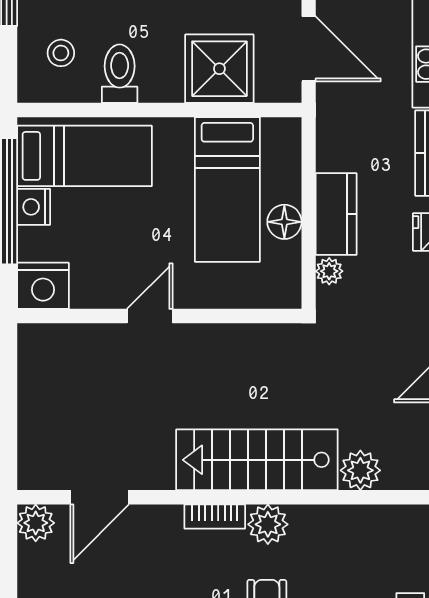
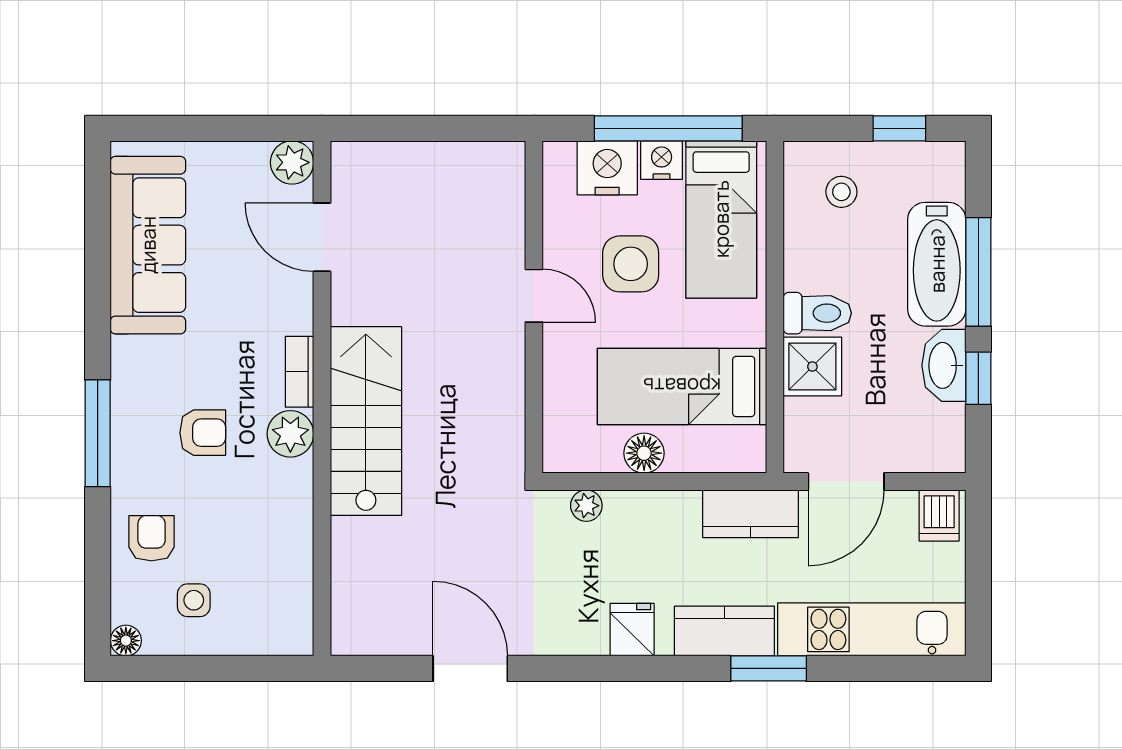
shower: (219, 69) -> (812, 367), width x0.73, depth x0.73
toilet: (120, 74) -> (817, 313), moved
kitchen counter: (336, 214) -> (750, 514), moved
side table: (123, 233) -> (631, 264), added
nightstand: (43, 286) -> (607, 168), moved, turned 90
plant: (360, 470) -> (354, 542), removed

